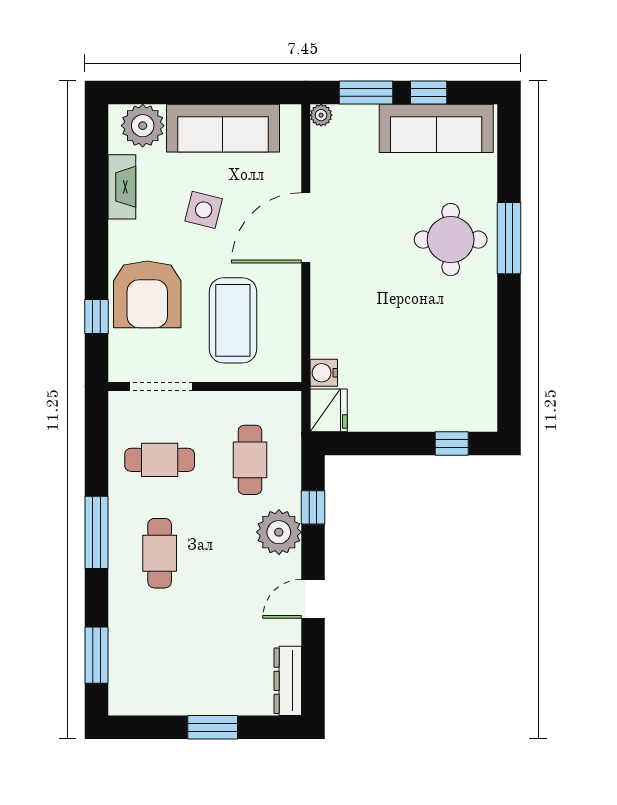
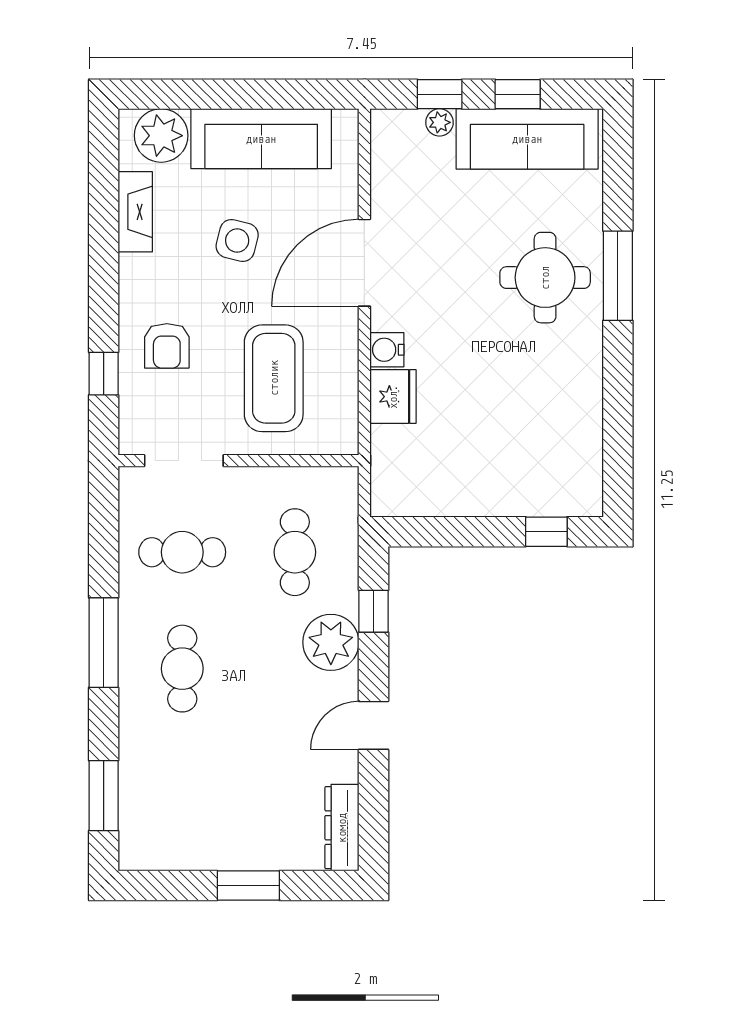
window: (366, 92) -> (440, 94), width x0.67
plant: (321, 115) -> (440, 122), moved
armchair: (147, 294) -> (167, 346), width x0.53, depth x0.53
water cooler: (324, 373) -> (387, 350), moved
fridge: (329, 410) -> (393, 397), moved

